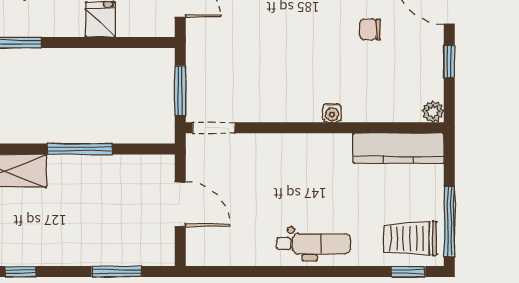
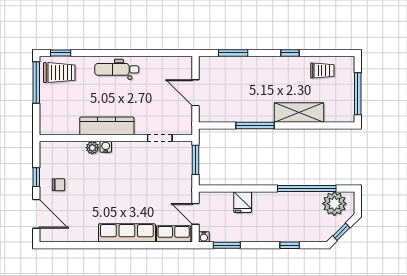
chair: (370, 29) -> (58, 185), moved
plant: (433, 111) -> (92, 148), moved
doorway: (214, 128) -> (160, 138), moved
kitchen counter: (398, 148) -> (107, 126), moved

